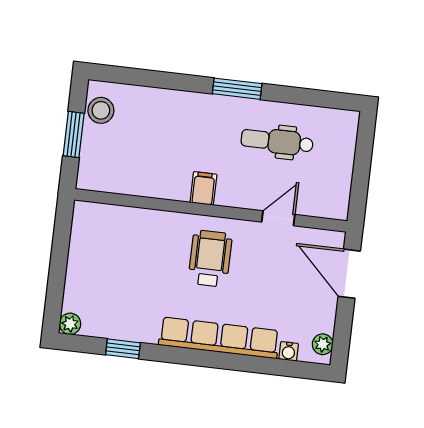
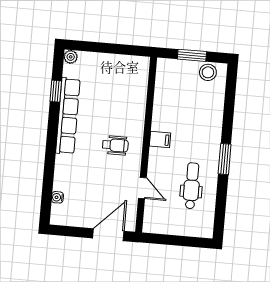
wheelchair: (210, 259) -> (115, 145), width x0.73, depth x0.73
row of seats: (219, 338) -> (68, 116), moved
plant: (323, 344) -> (63, 219), removed

